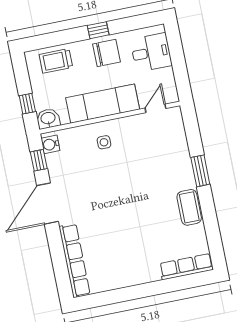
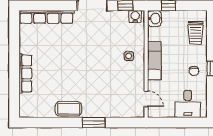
chair: (106, 53) -> (194, 71), width x0.54, depth x0.54
trolley: (56, 61) -> (196, 33), turned 180
exam couch: (103, 104) -> (154, 61), width x0.73, depth x0.69
row of seats: (186, 267) -> (25, 73), moved

